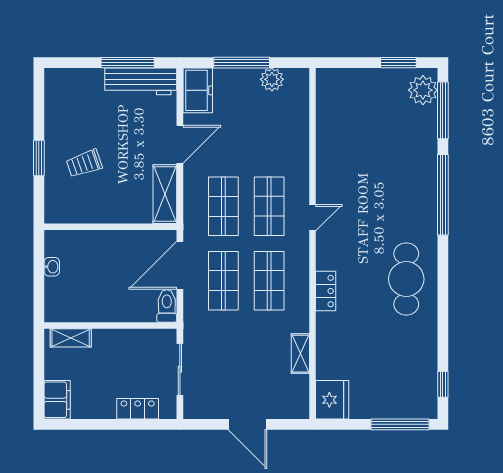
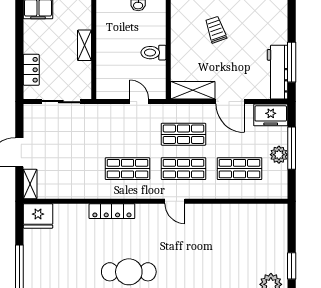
plant: (272, 79) -> (279, 155), moved
door: (180, 265) -> (139, 102), width x0.53
shop shelf: (223, 281) -> (240, 169), moved
locker: (326, 291) -> (112, 211), width x1.53
toilet: (167, 306) -> (153, 53), moved, turned 180
shelving: (71, 338) -> (85, 45), moved
shelving: (300, 354) -> (30, 184), moved, turned 90

